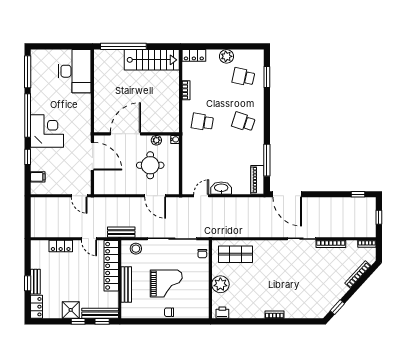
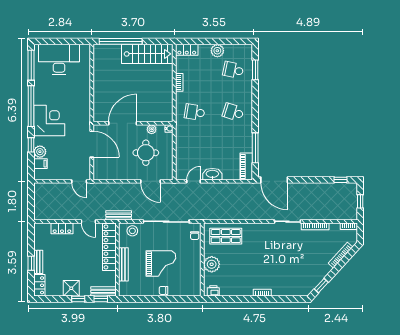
desk: (75, 71) -> (59, 59), moved, turned -90
plant: (37, 164) -> (40, 152), added
bench: (100, 313) -> (103, 291), width x0.73

